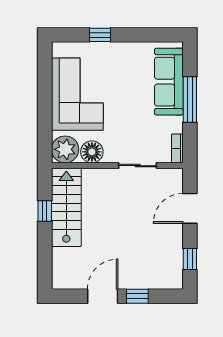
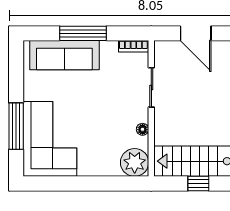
window: (100, 35) -> (16, 126), width x2.17
corner sofa: (77, 94) -> (50, 139), moved, turned 90
floor lamp: (92, 152) -> (143, 129), width x0.53, depth x0.53

